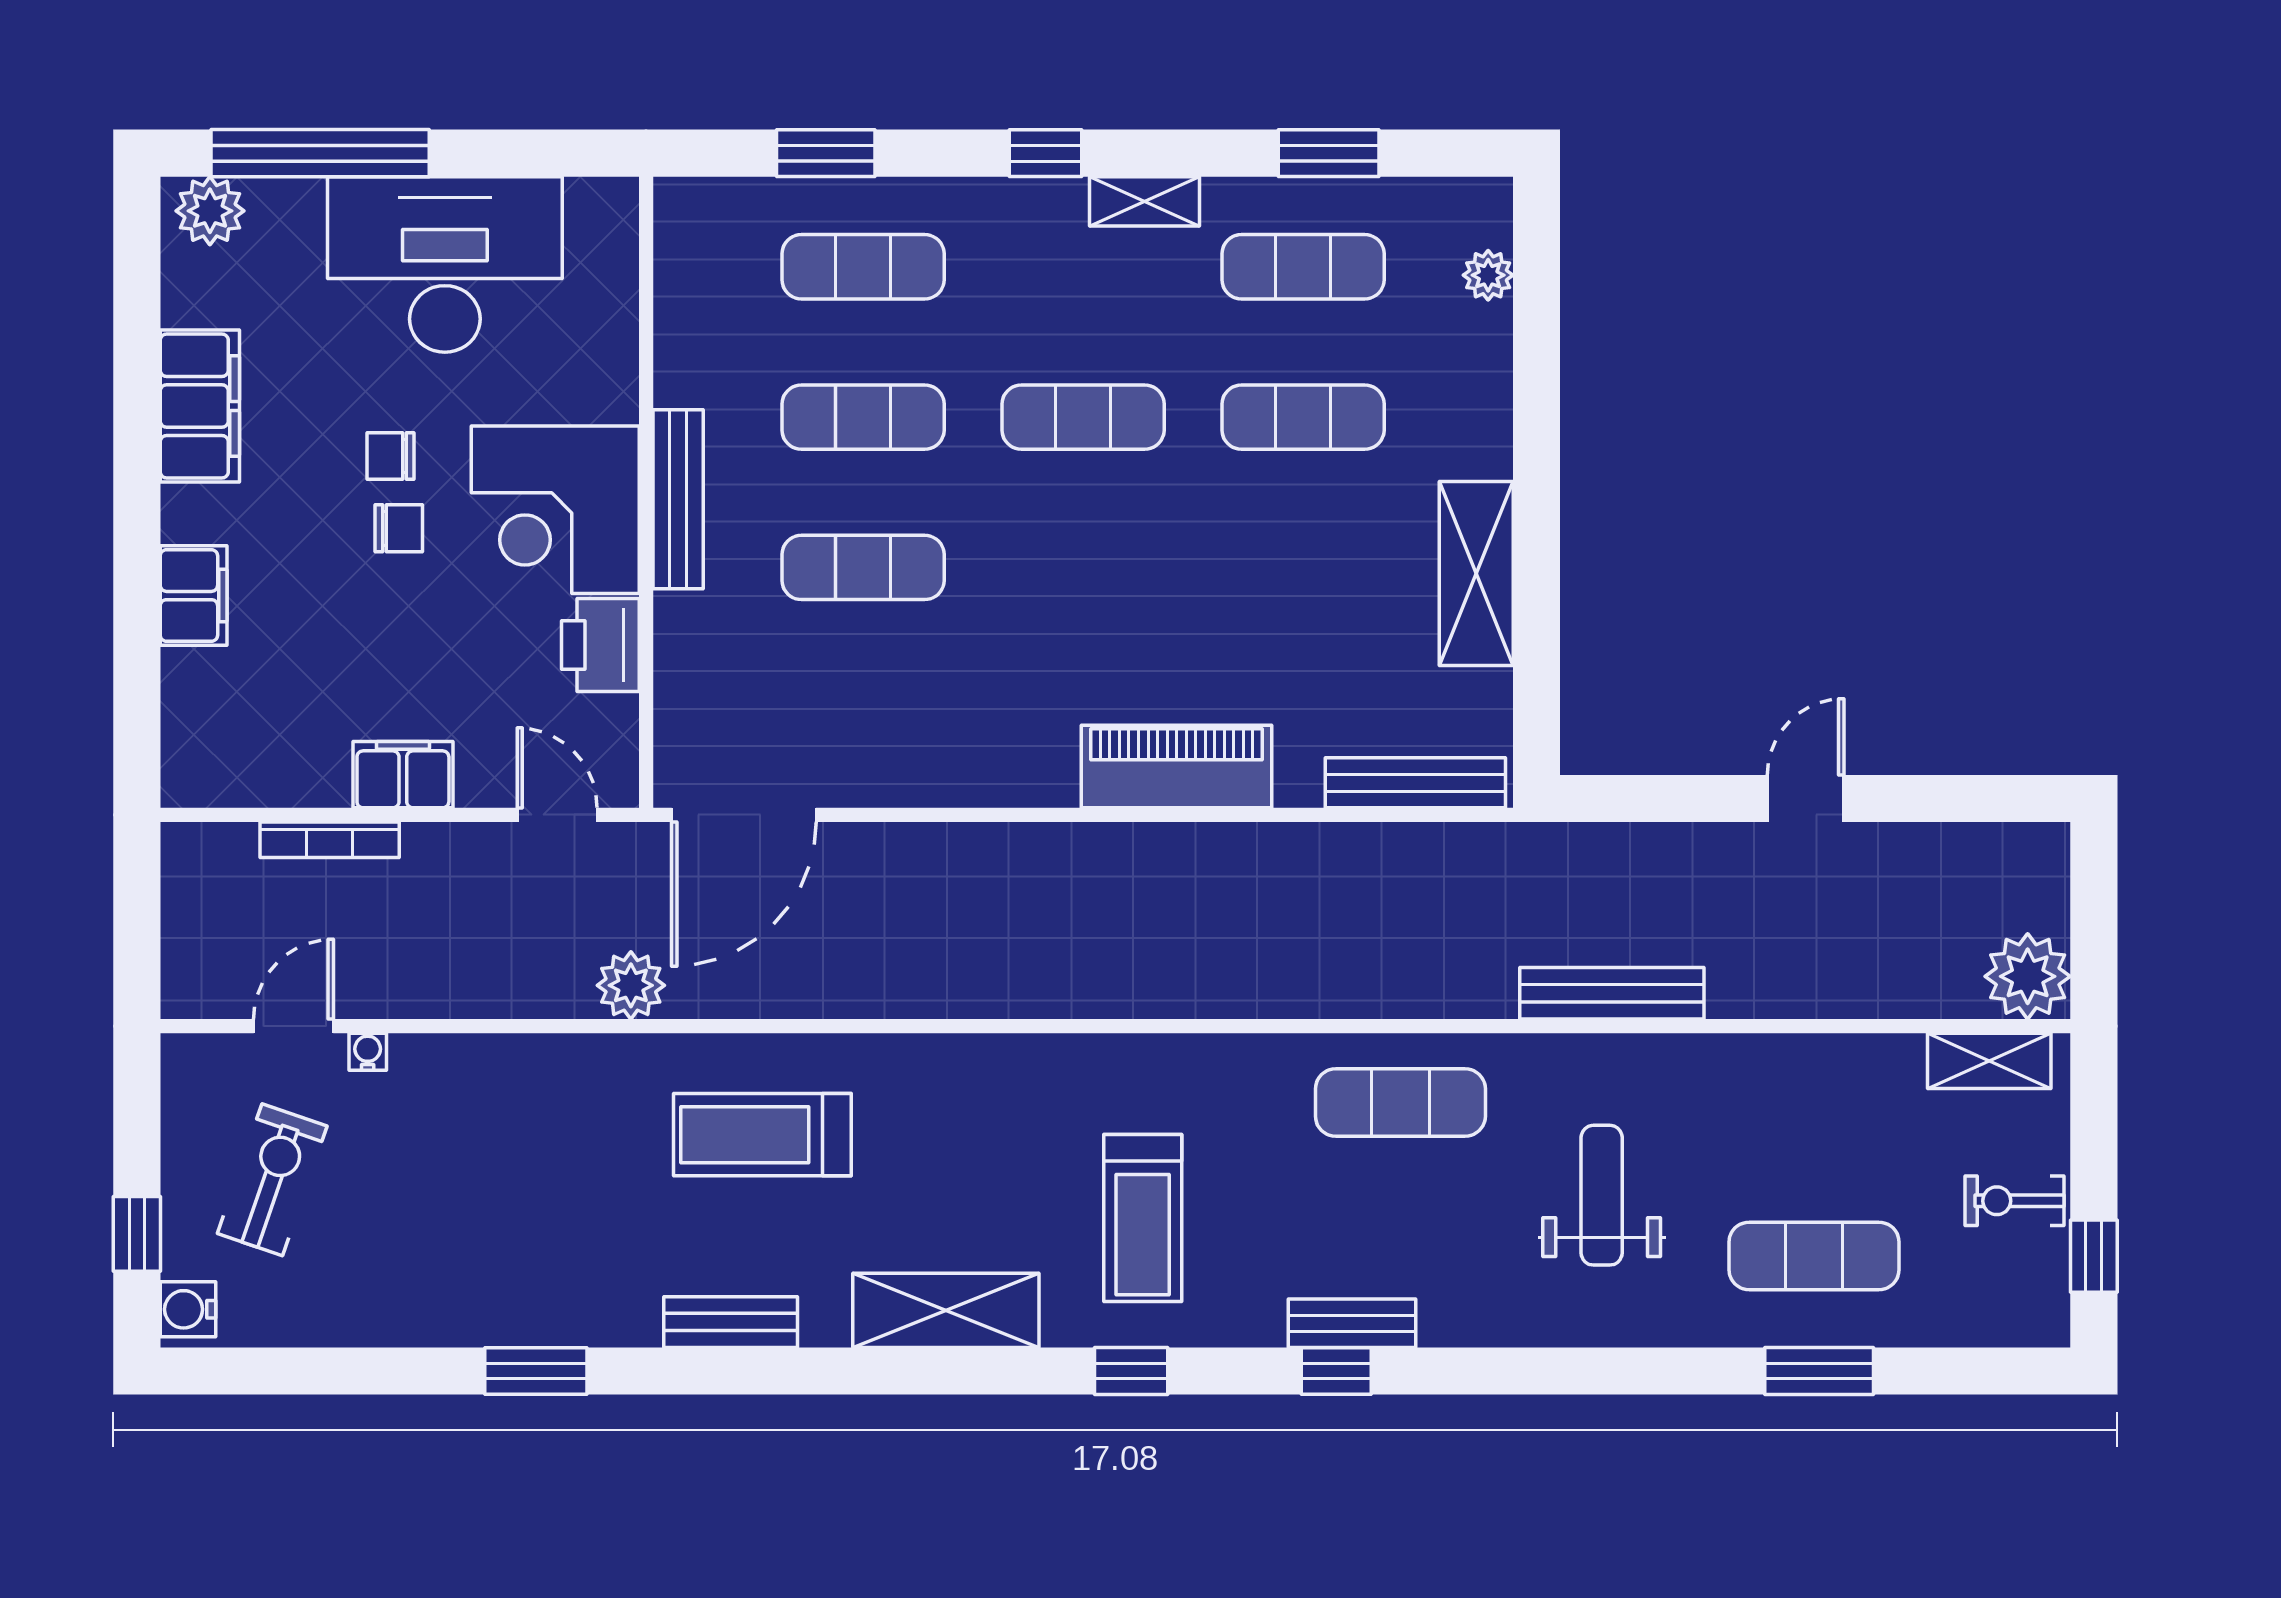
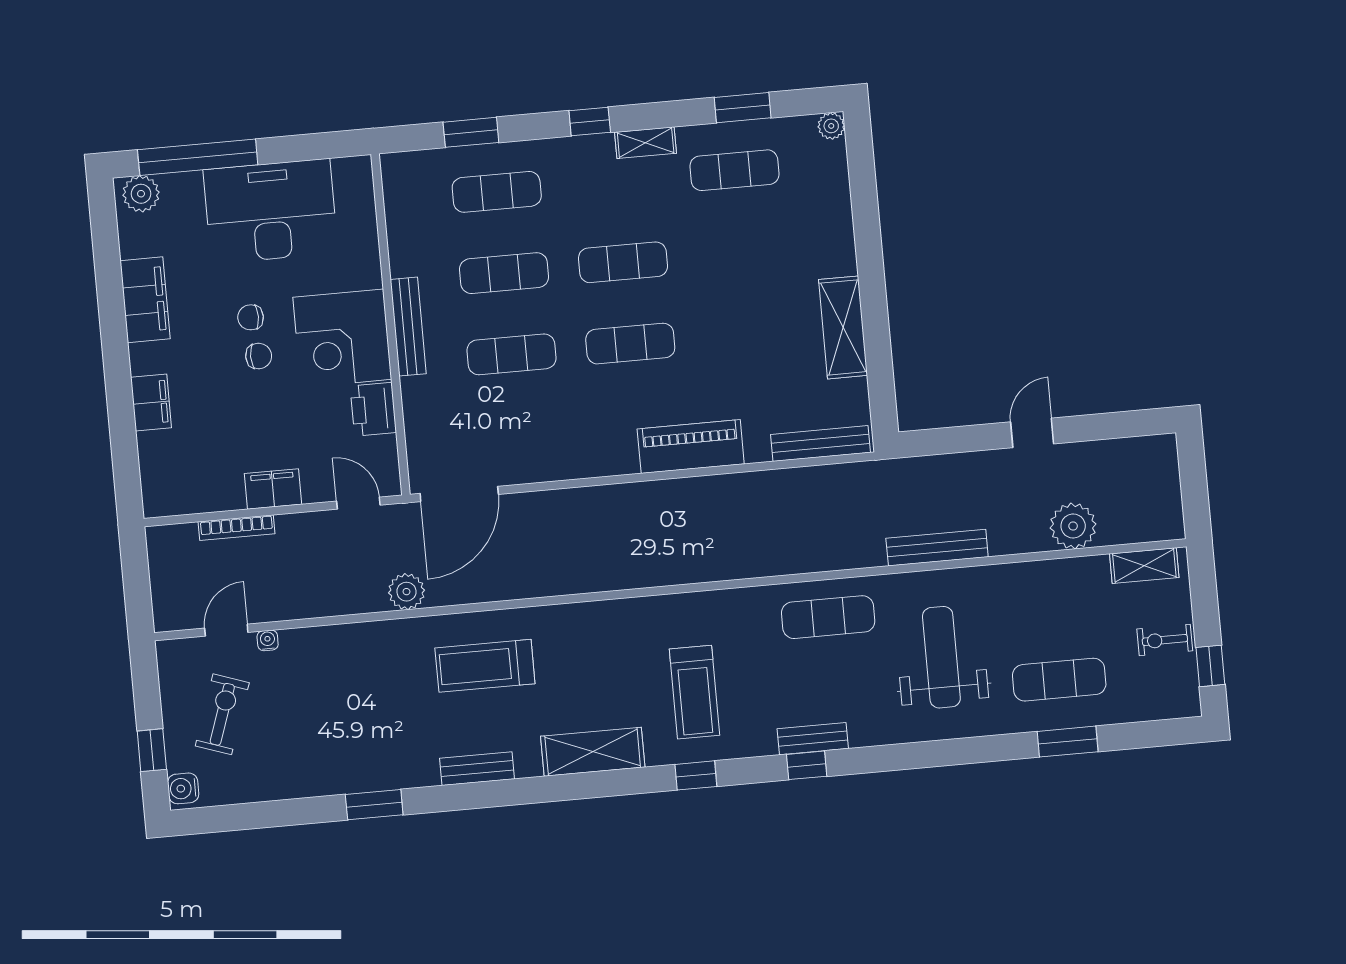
plant: (1488, 275) -> (831, 126), moved
exercise mat: (1303, 417) -> (630, 344), moved
plant: (2028, 976) -> (1073, 526), moved
weight bench: (1602, 1195) -> (941, 657), width x1.36, depth x1.33

